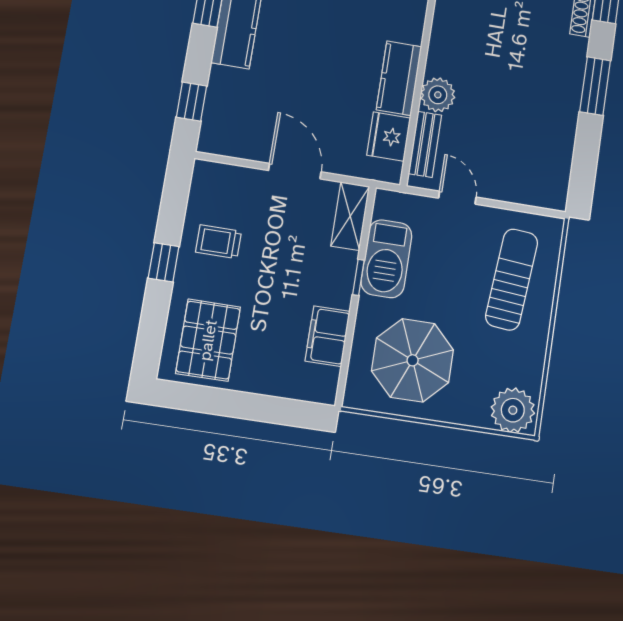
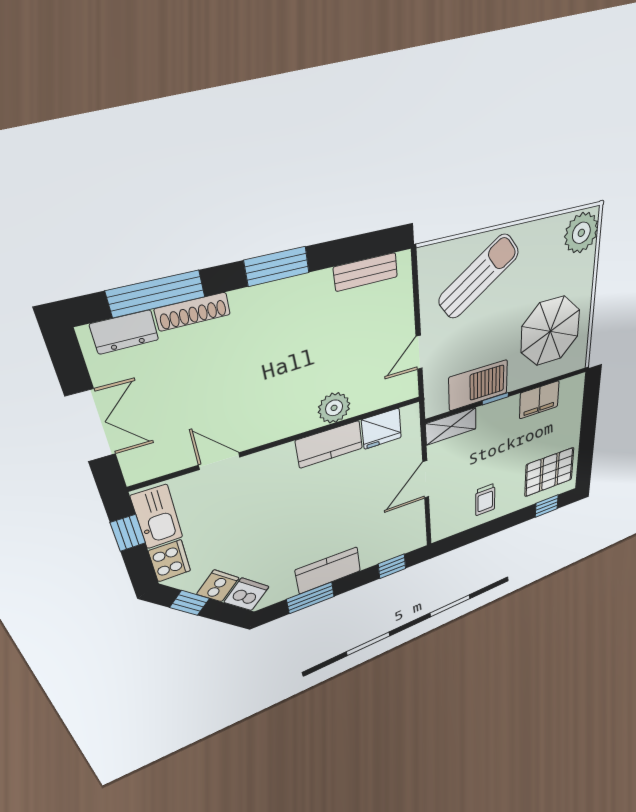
bench: (425, 144) -> (366, 272), moved
window: (164, 262) -> (547, 506), moved
sun lounger: (512, 279) -> (479, 276), turned 141

